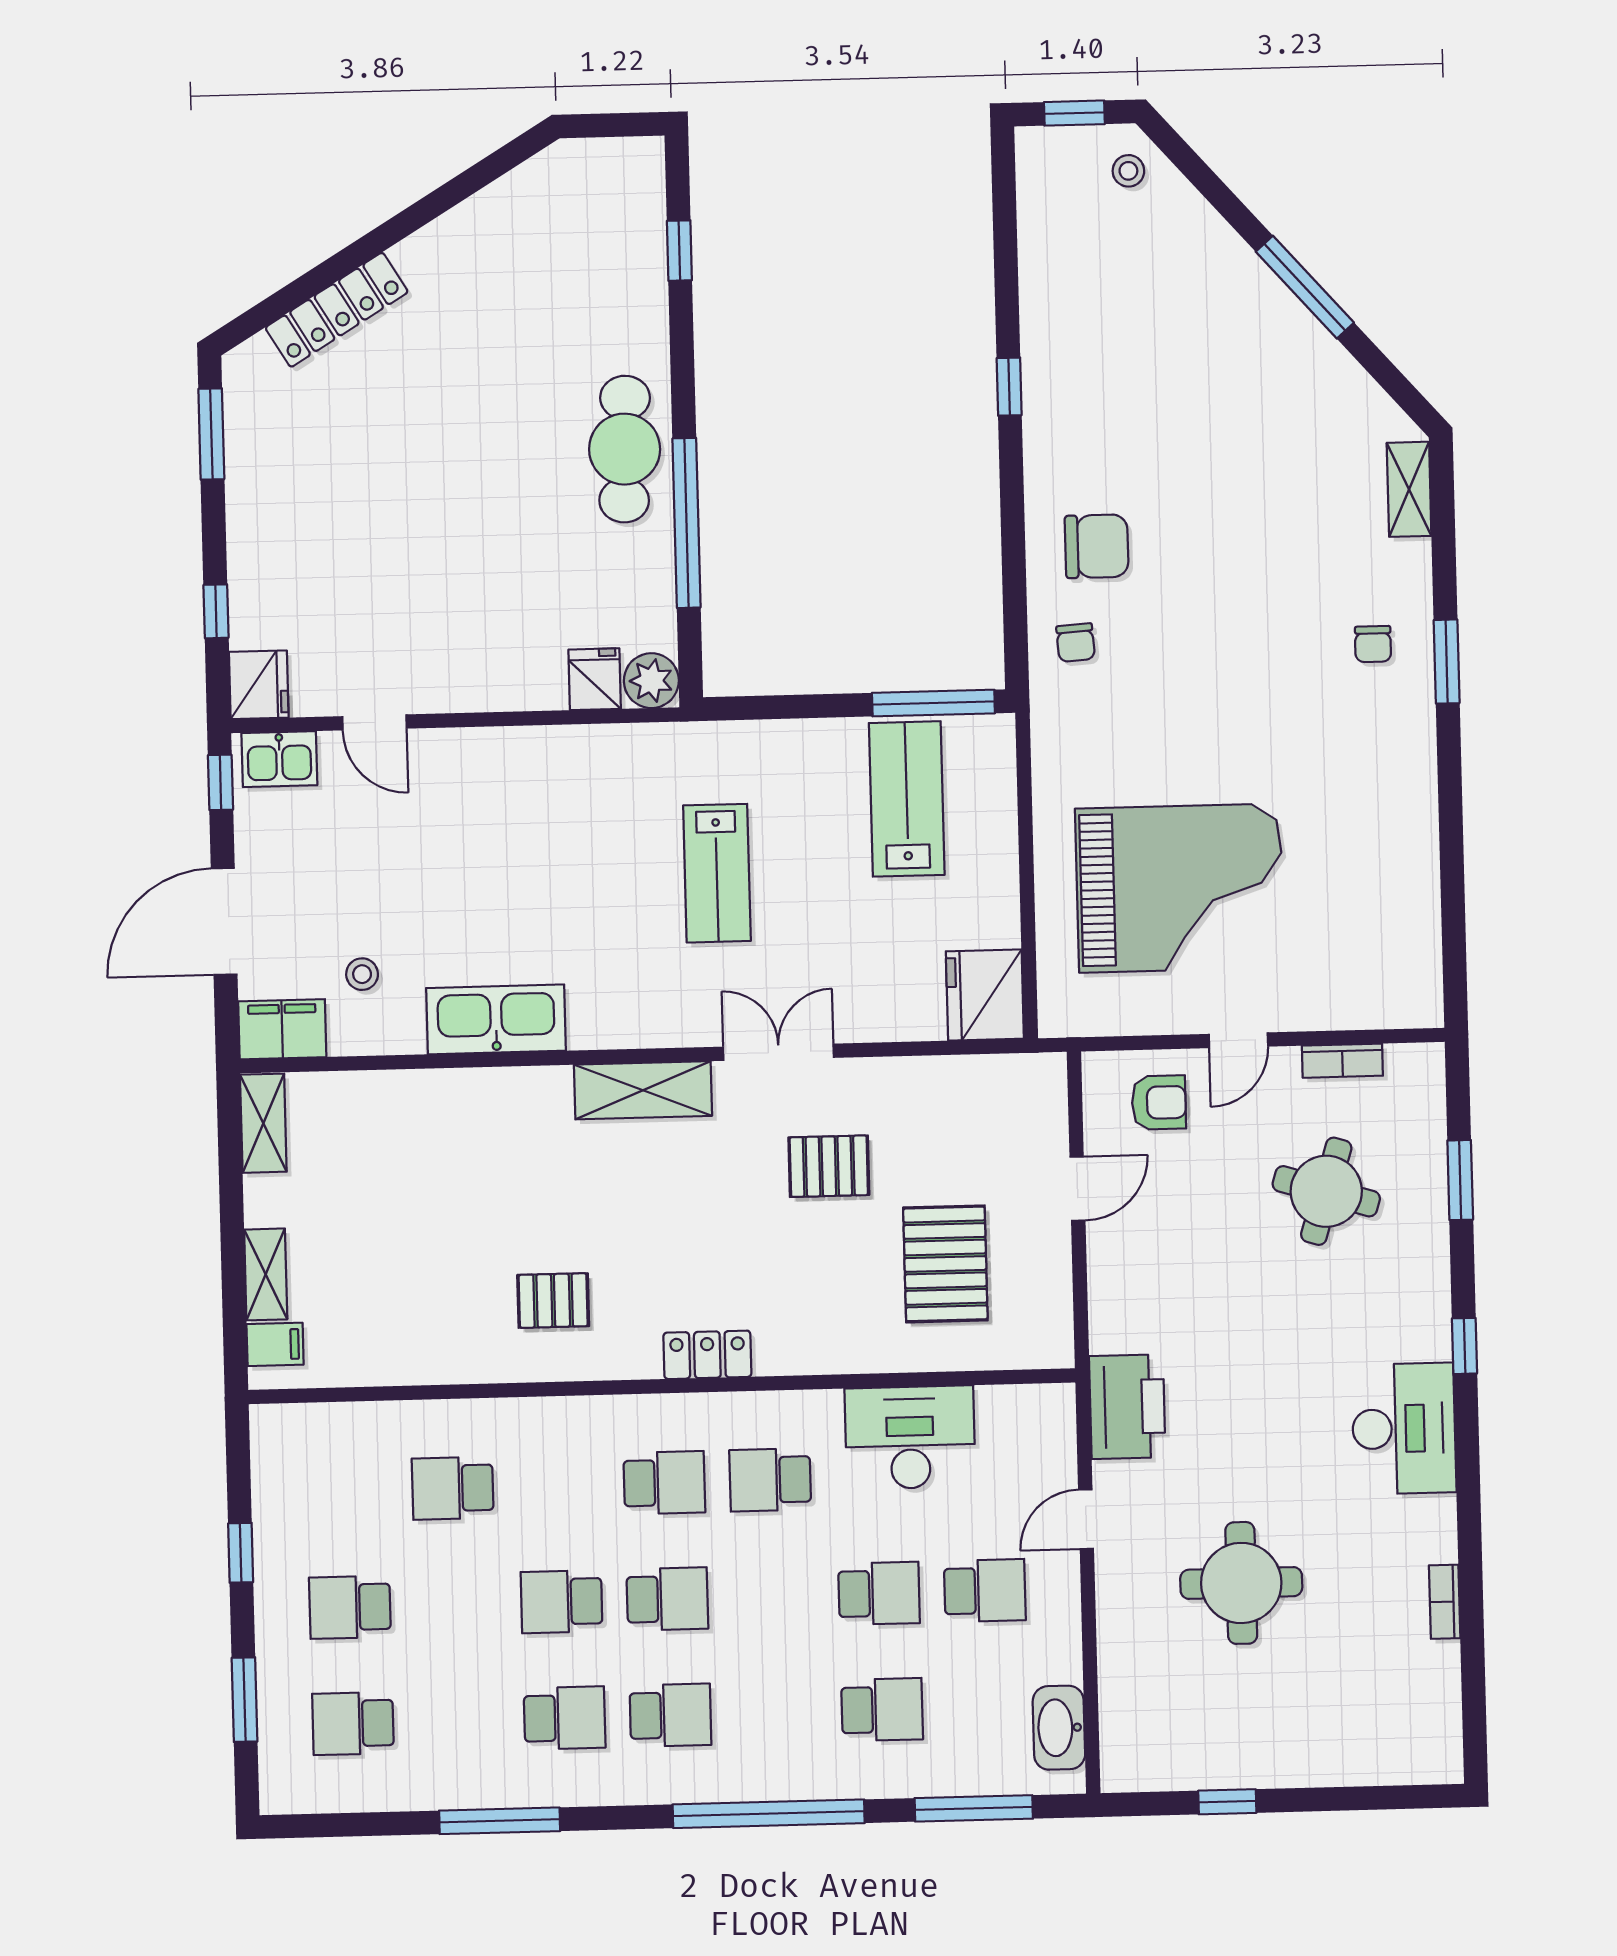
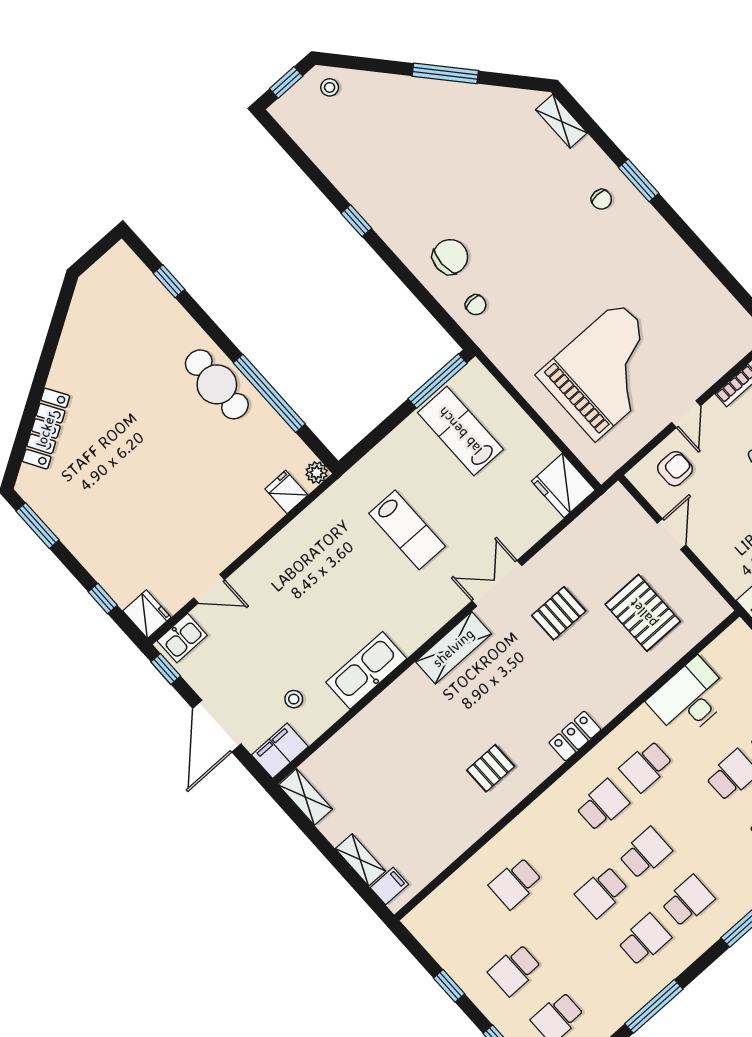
plant: (651, 681) -> (317, 473), width x0.73, depth x0.73

